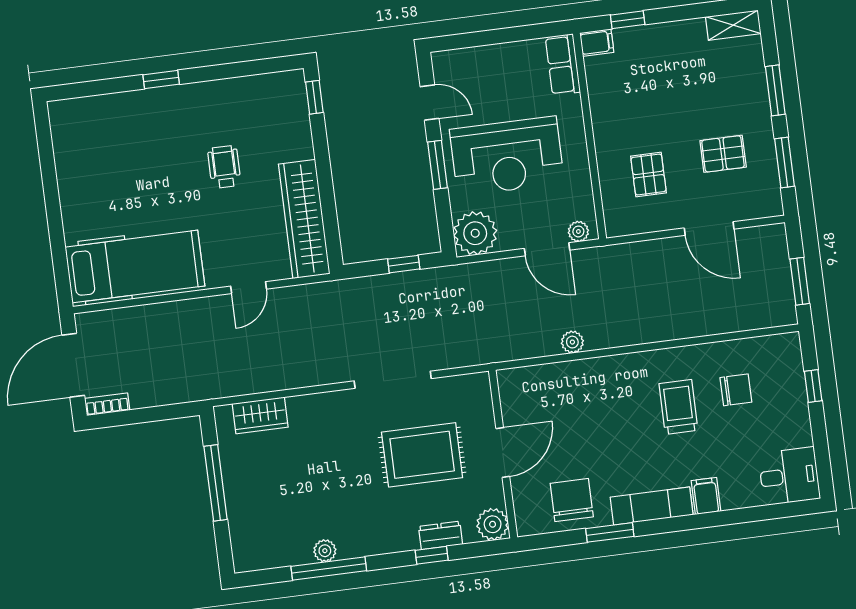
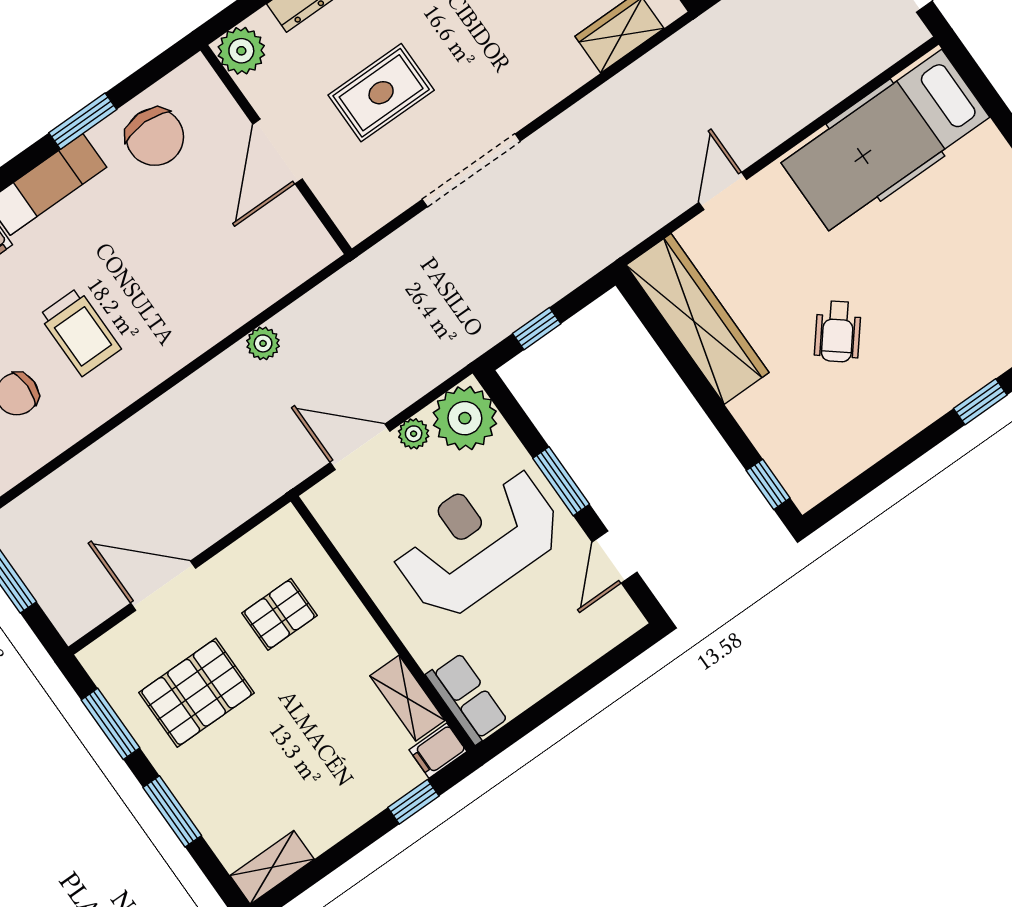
shelving: (598, 84) -> (407, 698), added
door: (430, 103) -> (615, 557), hinge flipped
pallet: (723, 154) -> (197, 693), width x1.50, depth x1.42
wheelchair: (224, 167) -> (838, 331), turned 39
pallet: (648, 175) -> (279, 614), turned 90
plant: (578, 231) -> (414, 434), moved
rug: (422, 455) -> (381, 93), width x0.73, depth x0.70

